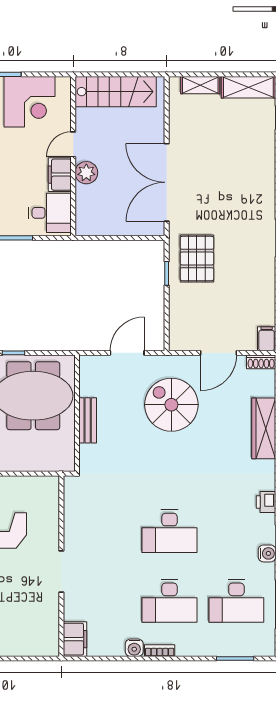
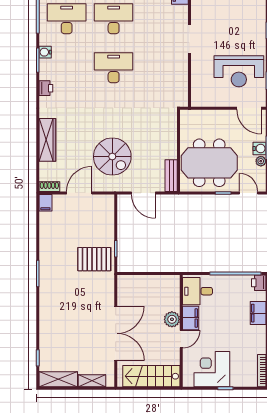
double door: (167, 182) -> (116, 333), moved
pallet: (197, 259) -> (94, 259), turned 90
door: (127, 353) -> (143, 193), hinge flipped
bench: (88, 420) -> (171, 176), moved

